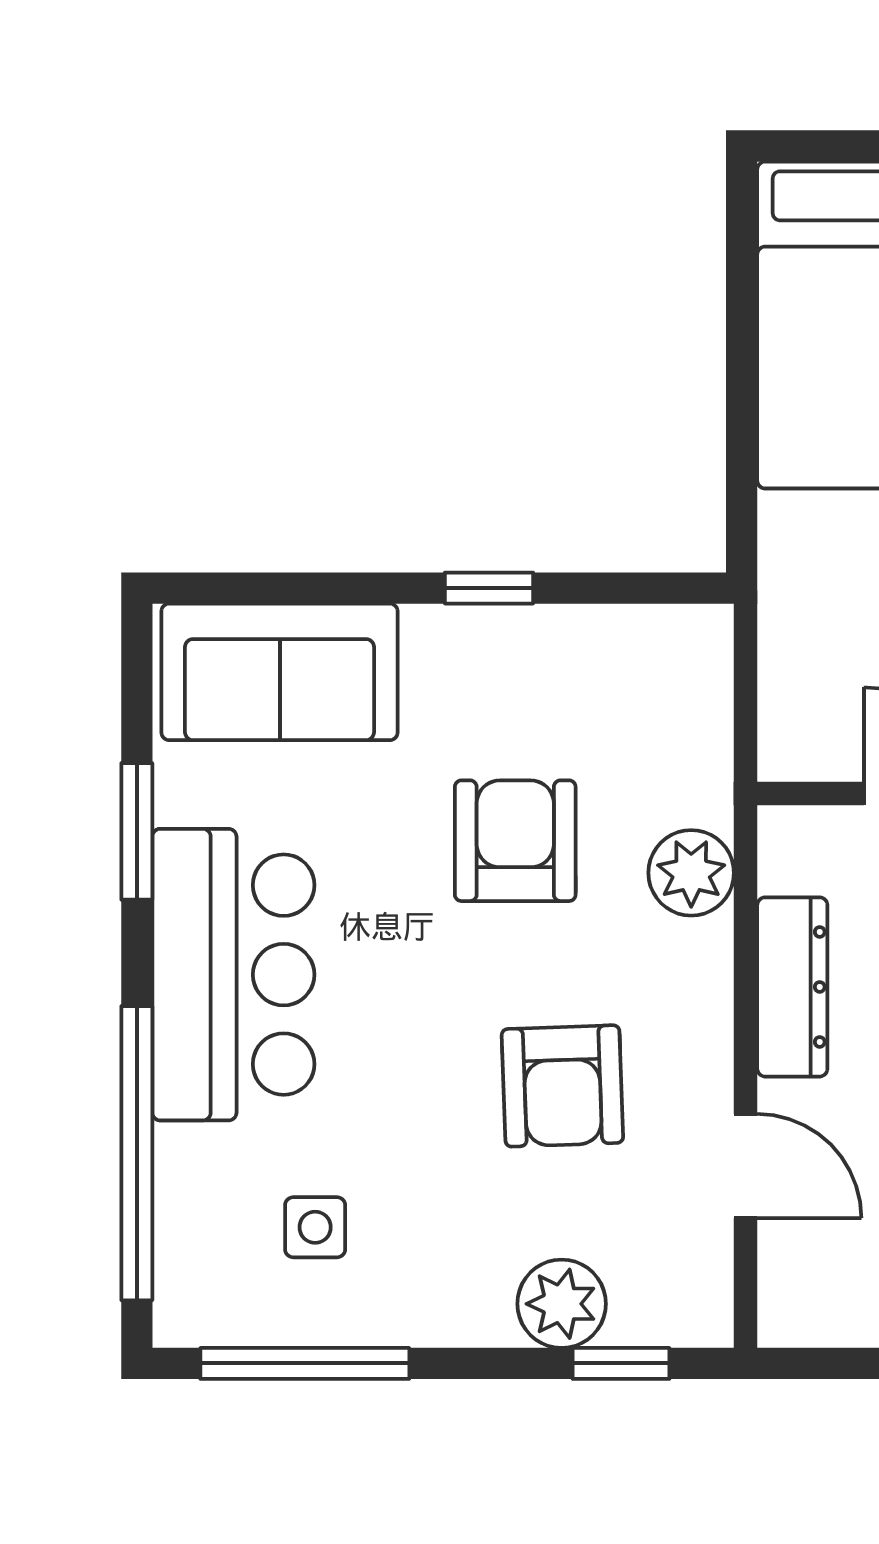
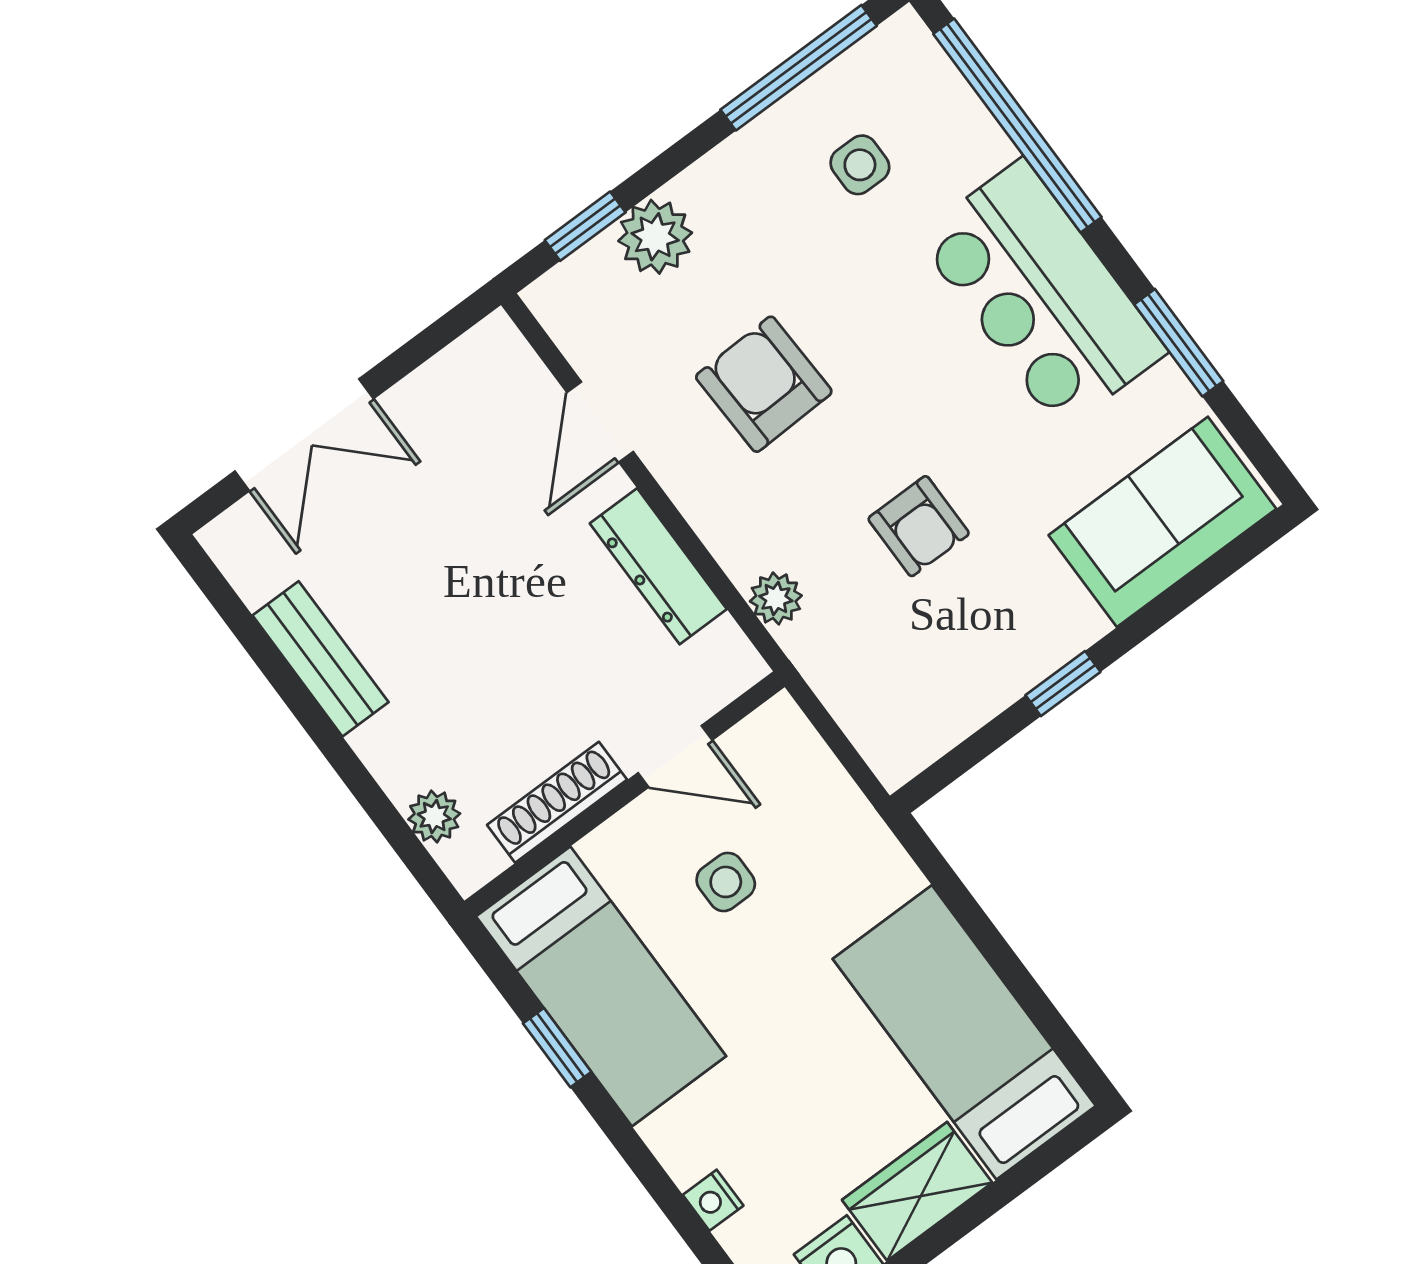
armchair: (515, 841) -> (919, 526), width x0.72, depth x0.72
plant: (691, 873) -> (776, 598), width x0.73, depth x0.73
door: (746, 1166) -> (600, 422), hinge flipped

